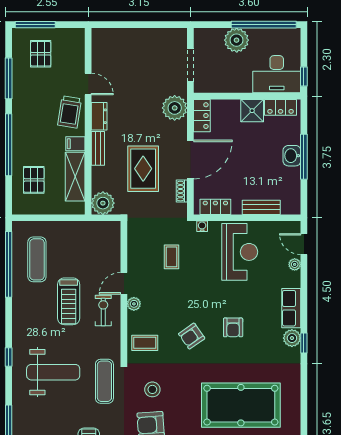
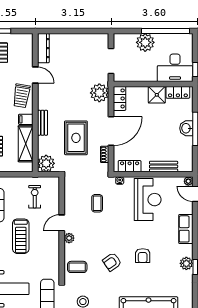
dresser: (99, 116) -> (43, 48), moved, width x1.44
plant: (295, 264) -> (188, 181), moved
row of seats: (291, 308) -> (186, 229), moved
exercise bike: (103, 310) -> (35, 197), moved

